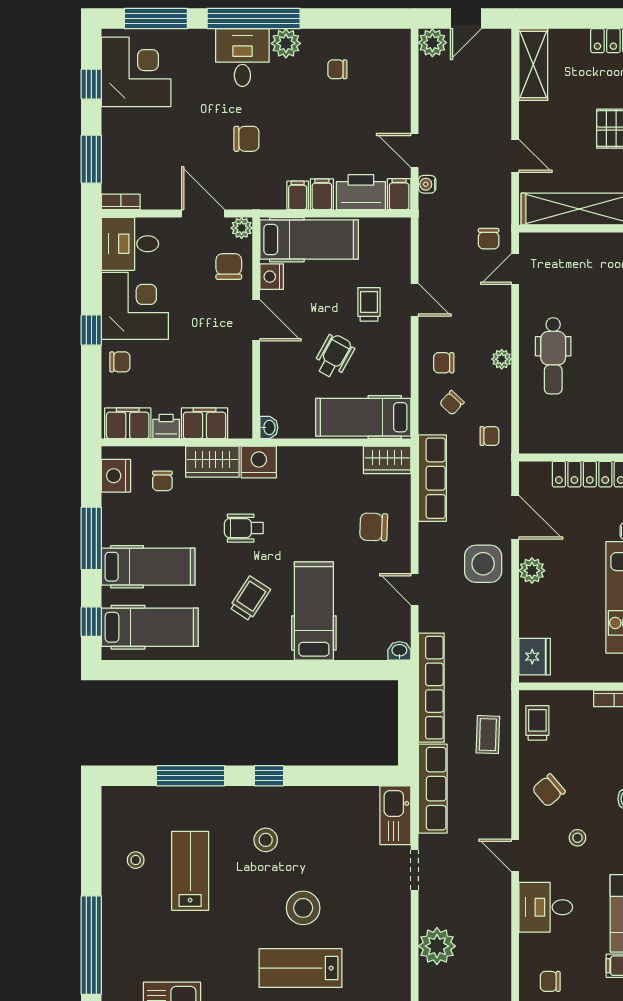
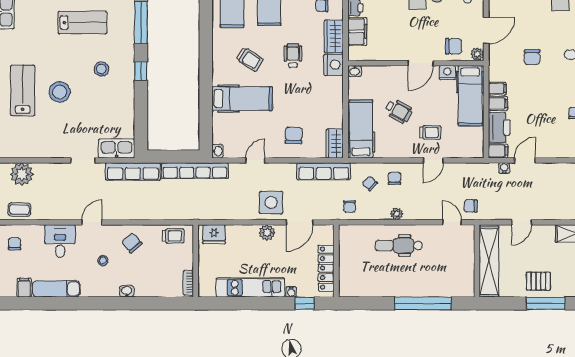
coffee table: (488, 735) -> (19, 210), moved
plant: (437, 946) -> (22, 174), moved

